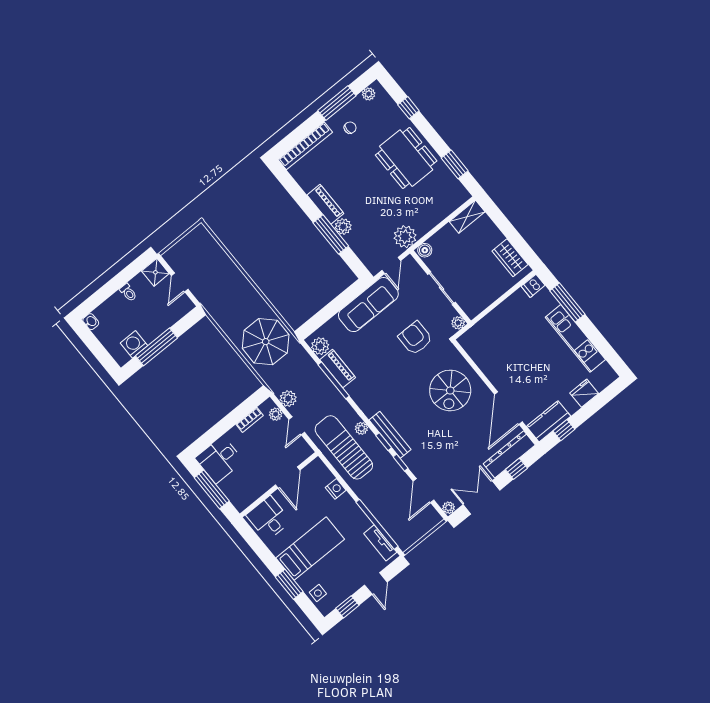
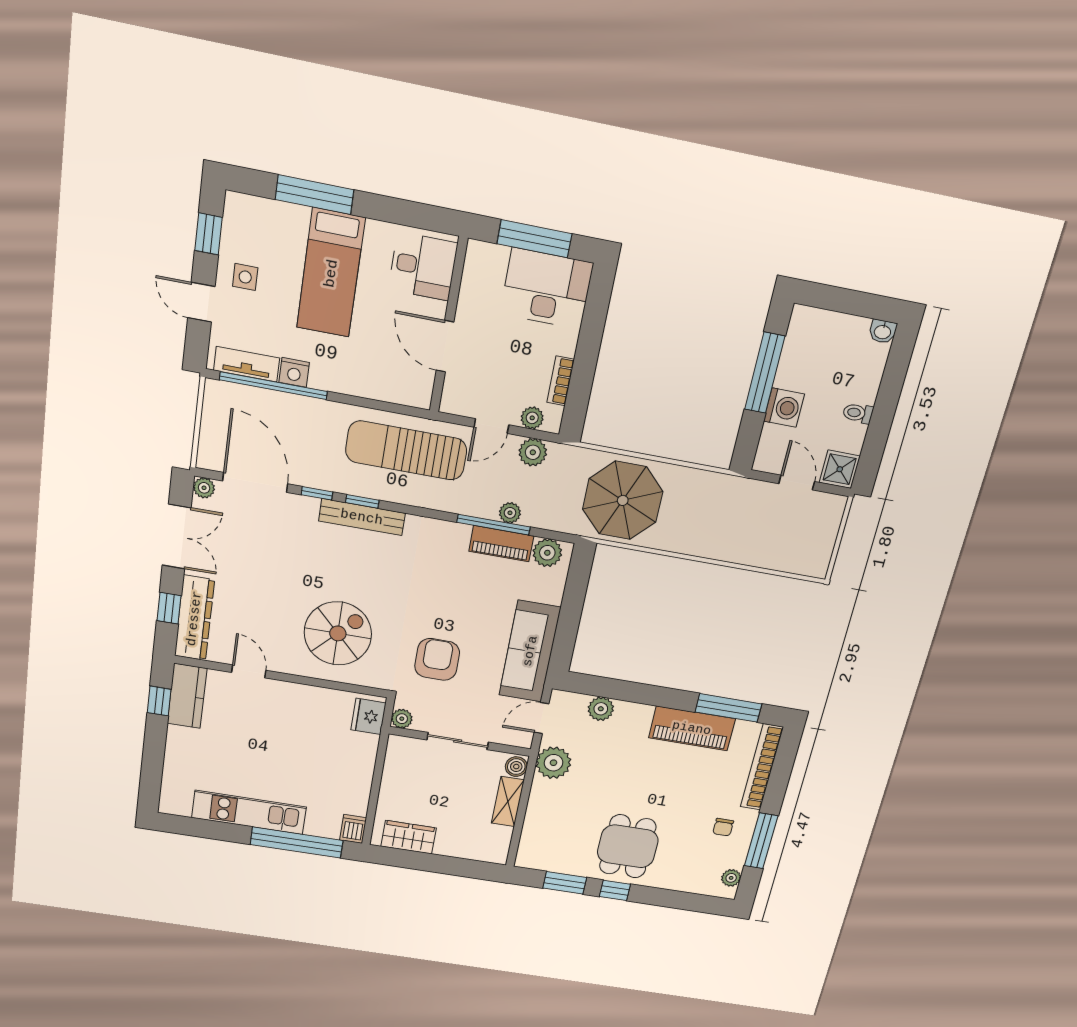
window: (408, 108) -> (615, 890), moved
dining table: (406, 158) -> (628, 846), width x0.73
piano: (325, 204) -> (692, 728), width x1.37, depth x1.33
shelving: (467, 217) -> (508, 802), moved
plant: (343, 227) -> (601, 709), moved
window: (331, 234) -> (729, 708), moved
door: (391, 266) -> (541, 718), hinge flipped
window: (567, 303) -> (297, 843), width x1.46
armchair: (415, 338) -> (437, 659), turned -90
washing machine: (134, 344) -> (784, 408), moved
spiral stairs: (450, 390) -> (338, 633), turned 90
fridge: (584, 393) -> (368, 716), moved, turned 180
door: (508, 408) -> (249, 671), width x0.53
door: (297, 426) -> (491, 426), swing flipped
plant: (361, 428) -> (510, 513), moved
sun lounger: (344, 447) -> (406, 450), turned 180
desk: (219, 460) -> (547, 288), width x1.37
nightstand: (336, 489) -> (294, 372), moved
door: (424, 491) -> (255, 482), width x1.36
window: (289, 584) -> (314, 195), width x1.44
side table: (318, 593) -> (245, 277), moved

